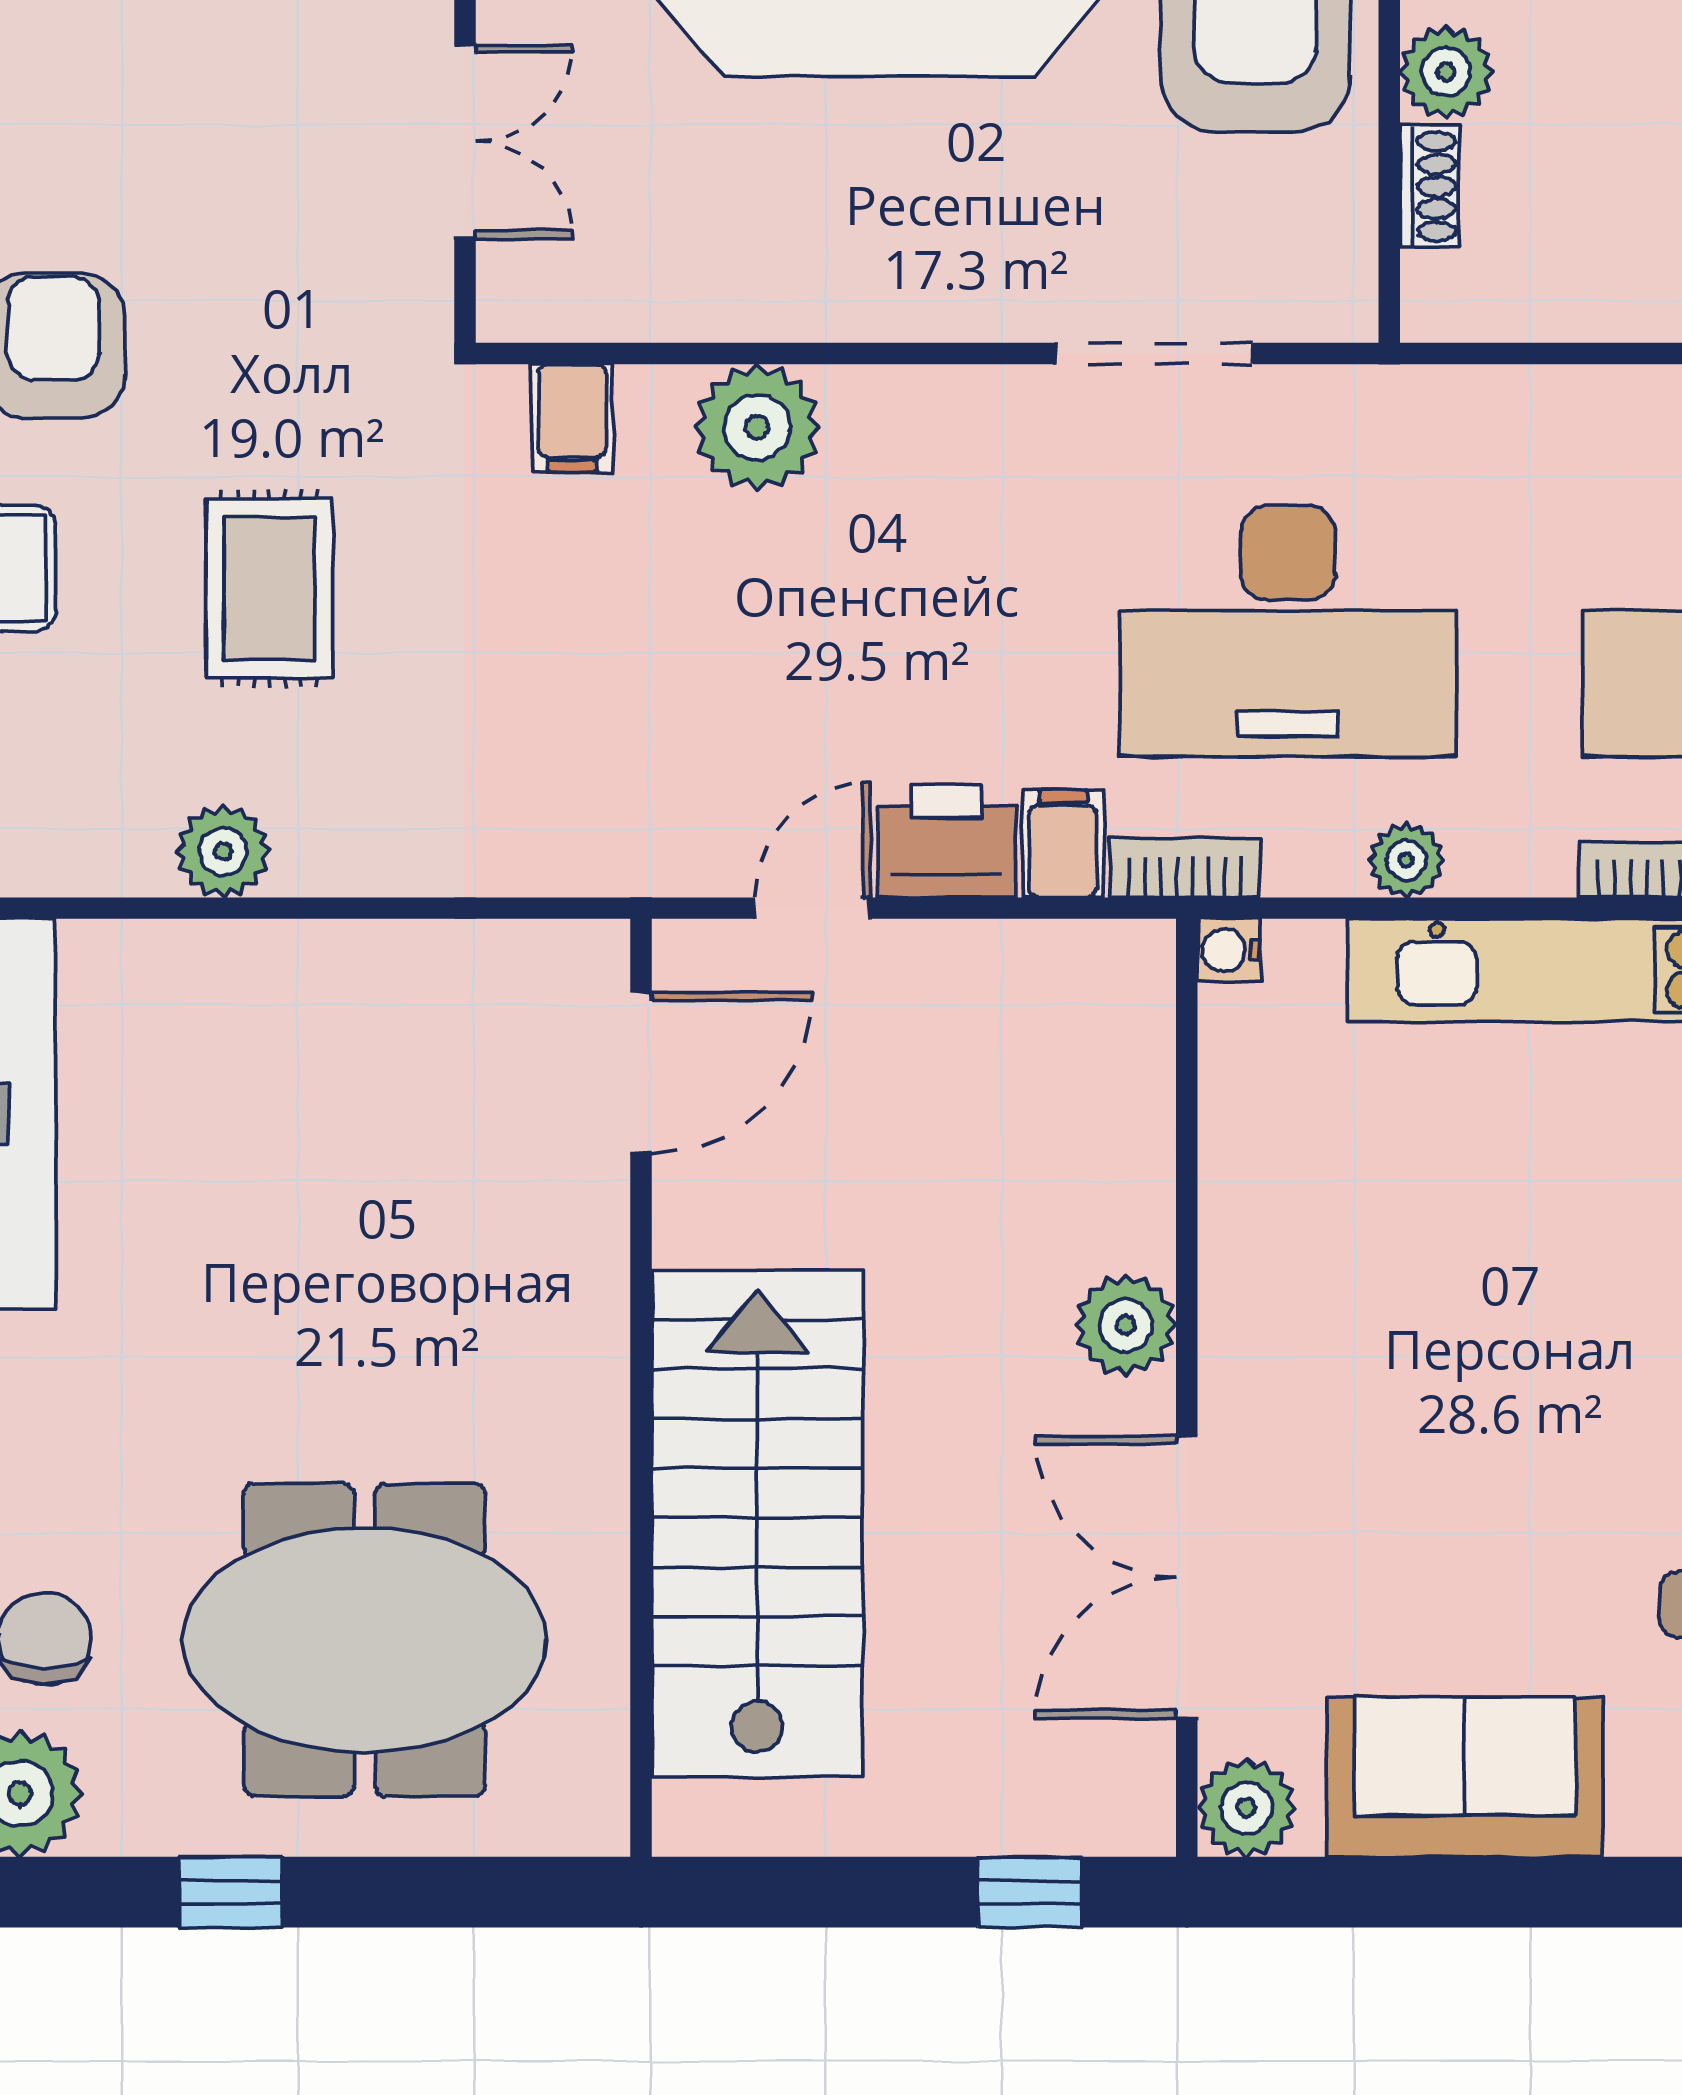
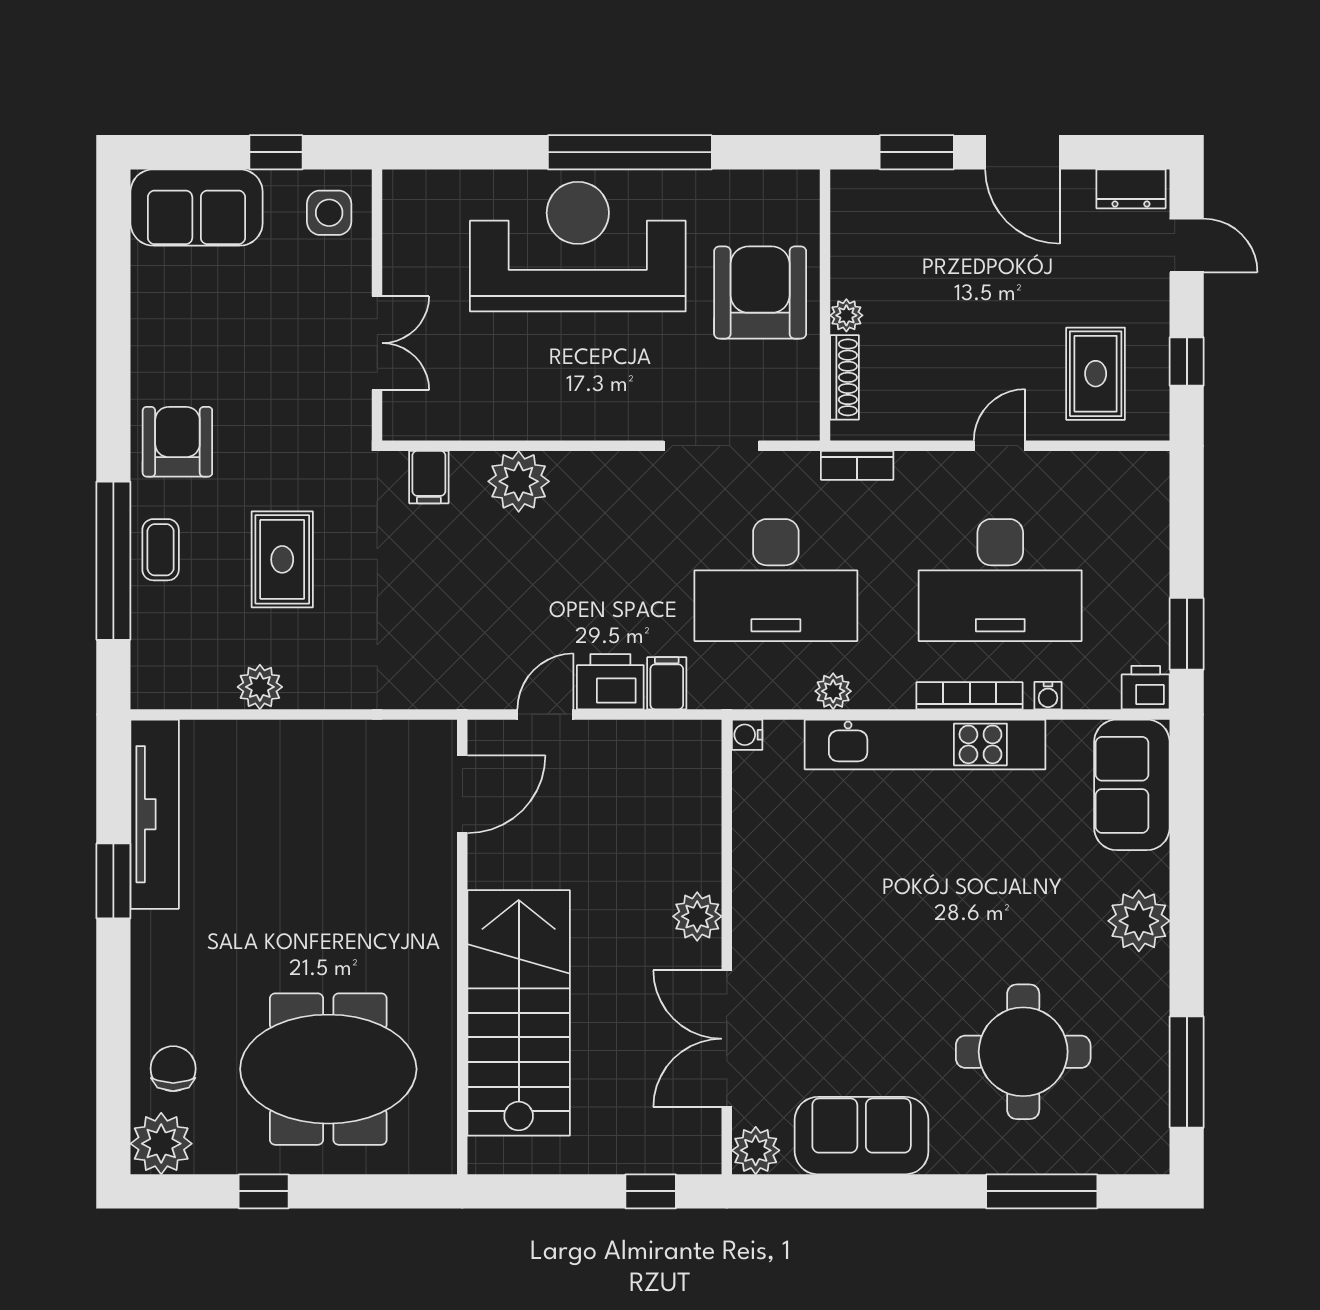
plant: (1446, 72) -> (846, 315), width x0.73, depth x0.73
shoe rack: (1429, 186) -> (844, 377), width x1.43
bookcase: (1185, 868) -> (857, 465), moved, turned 180

